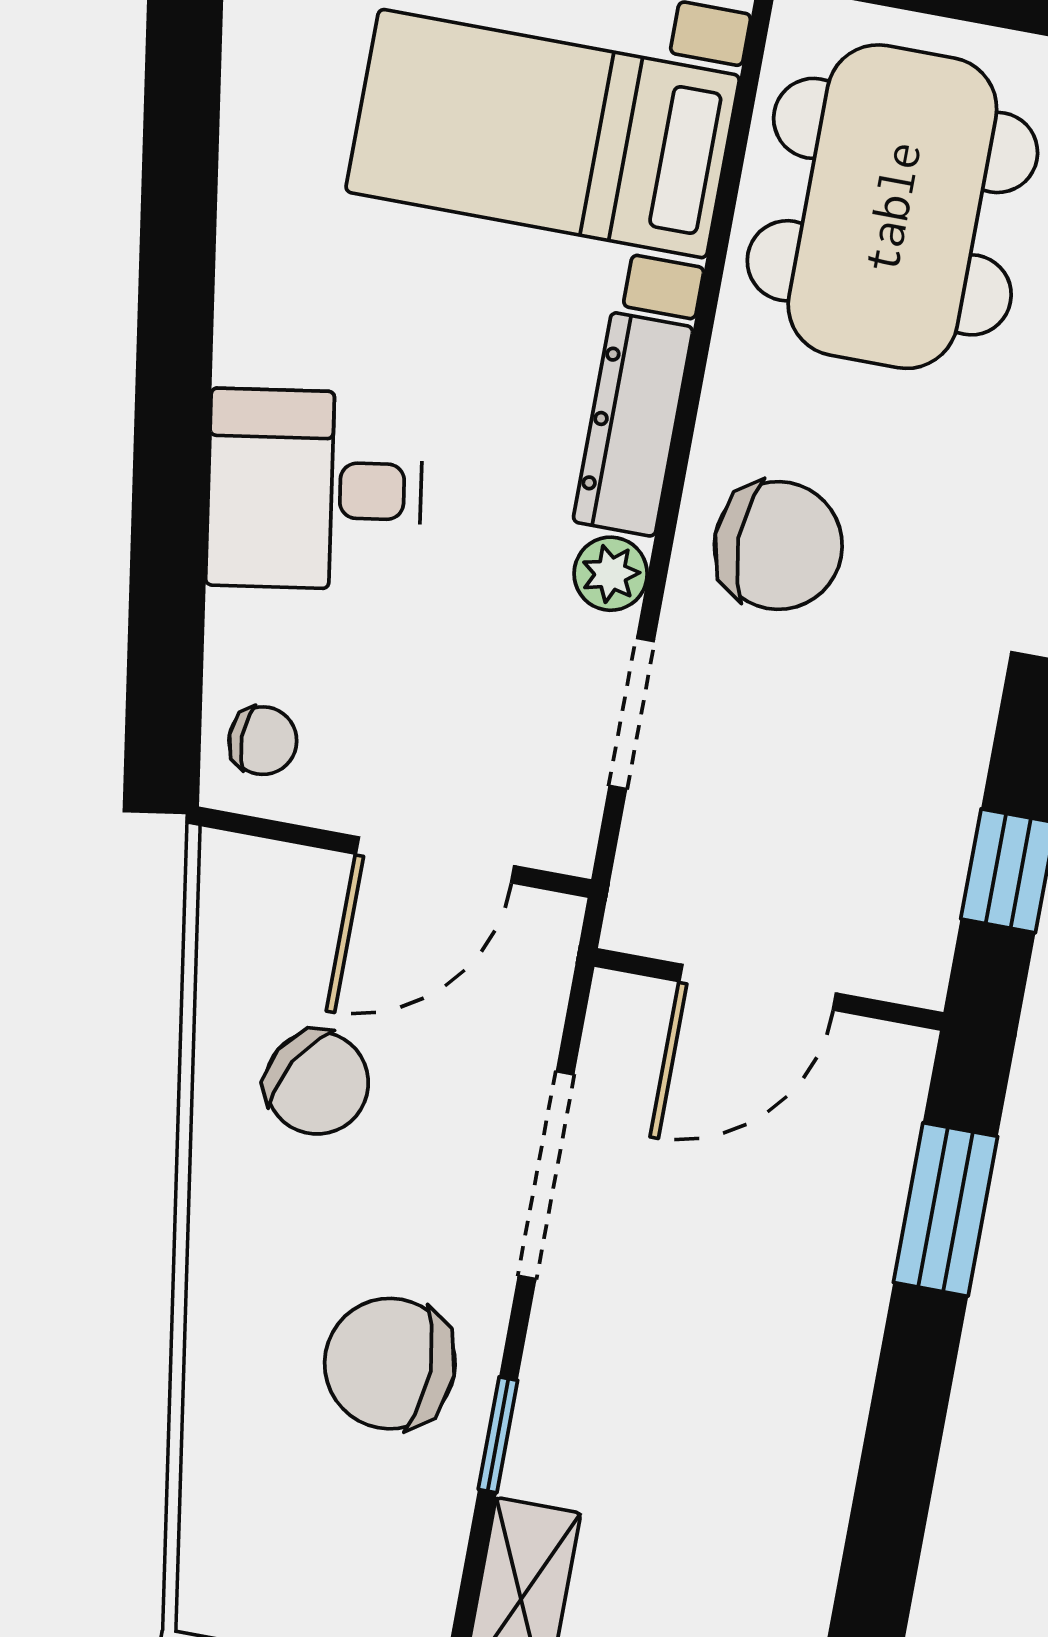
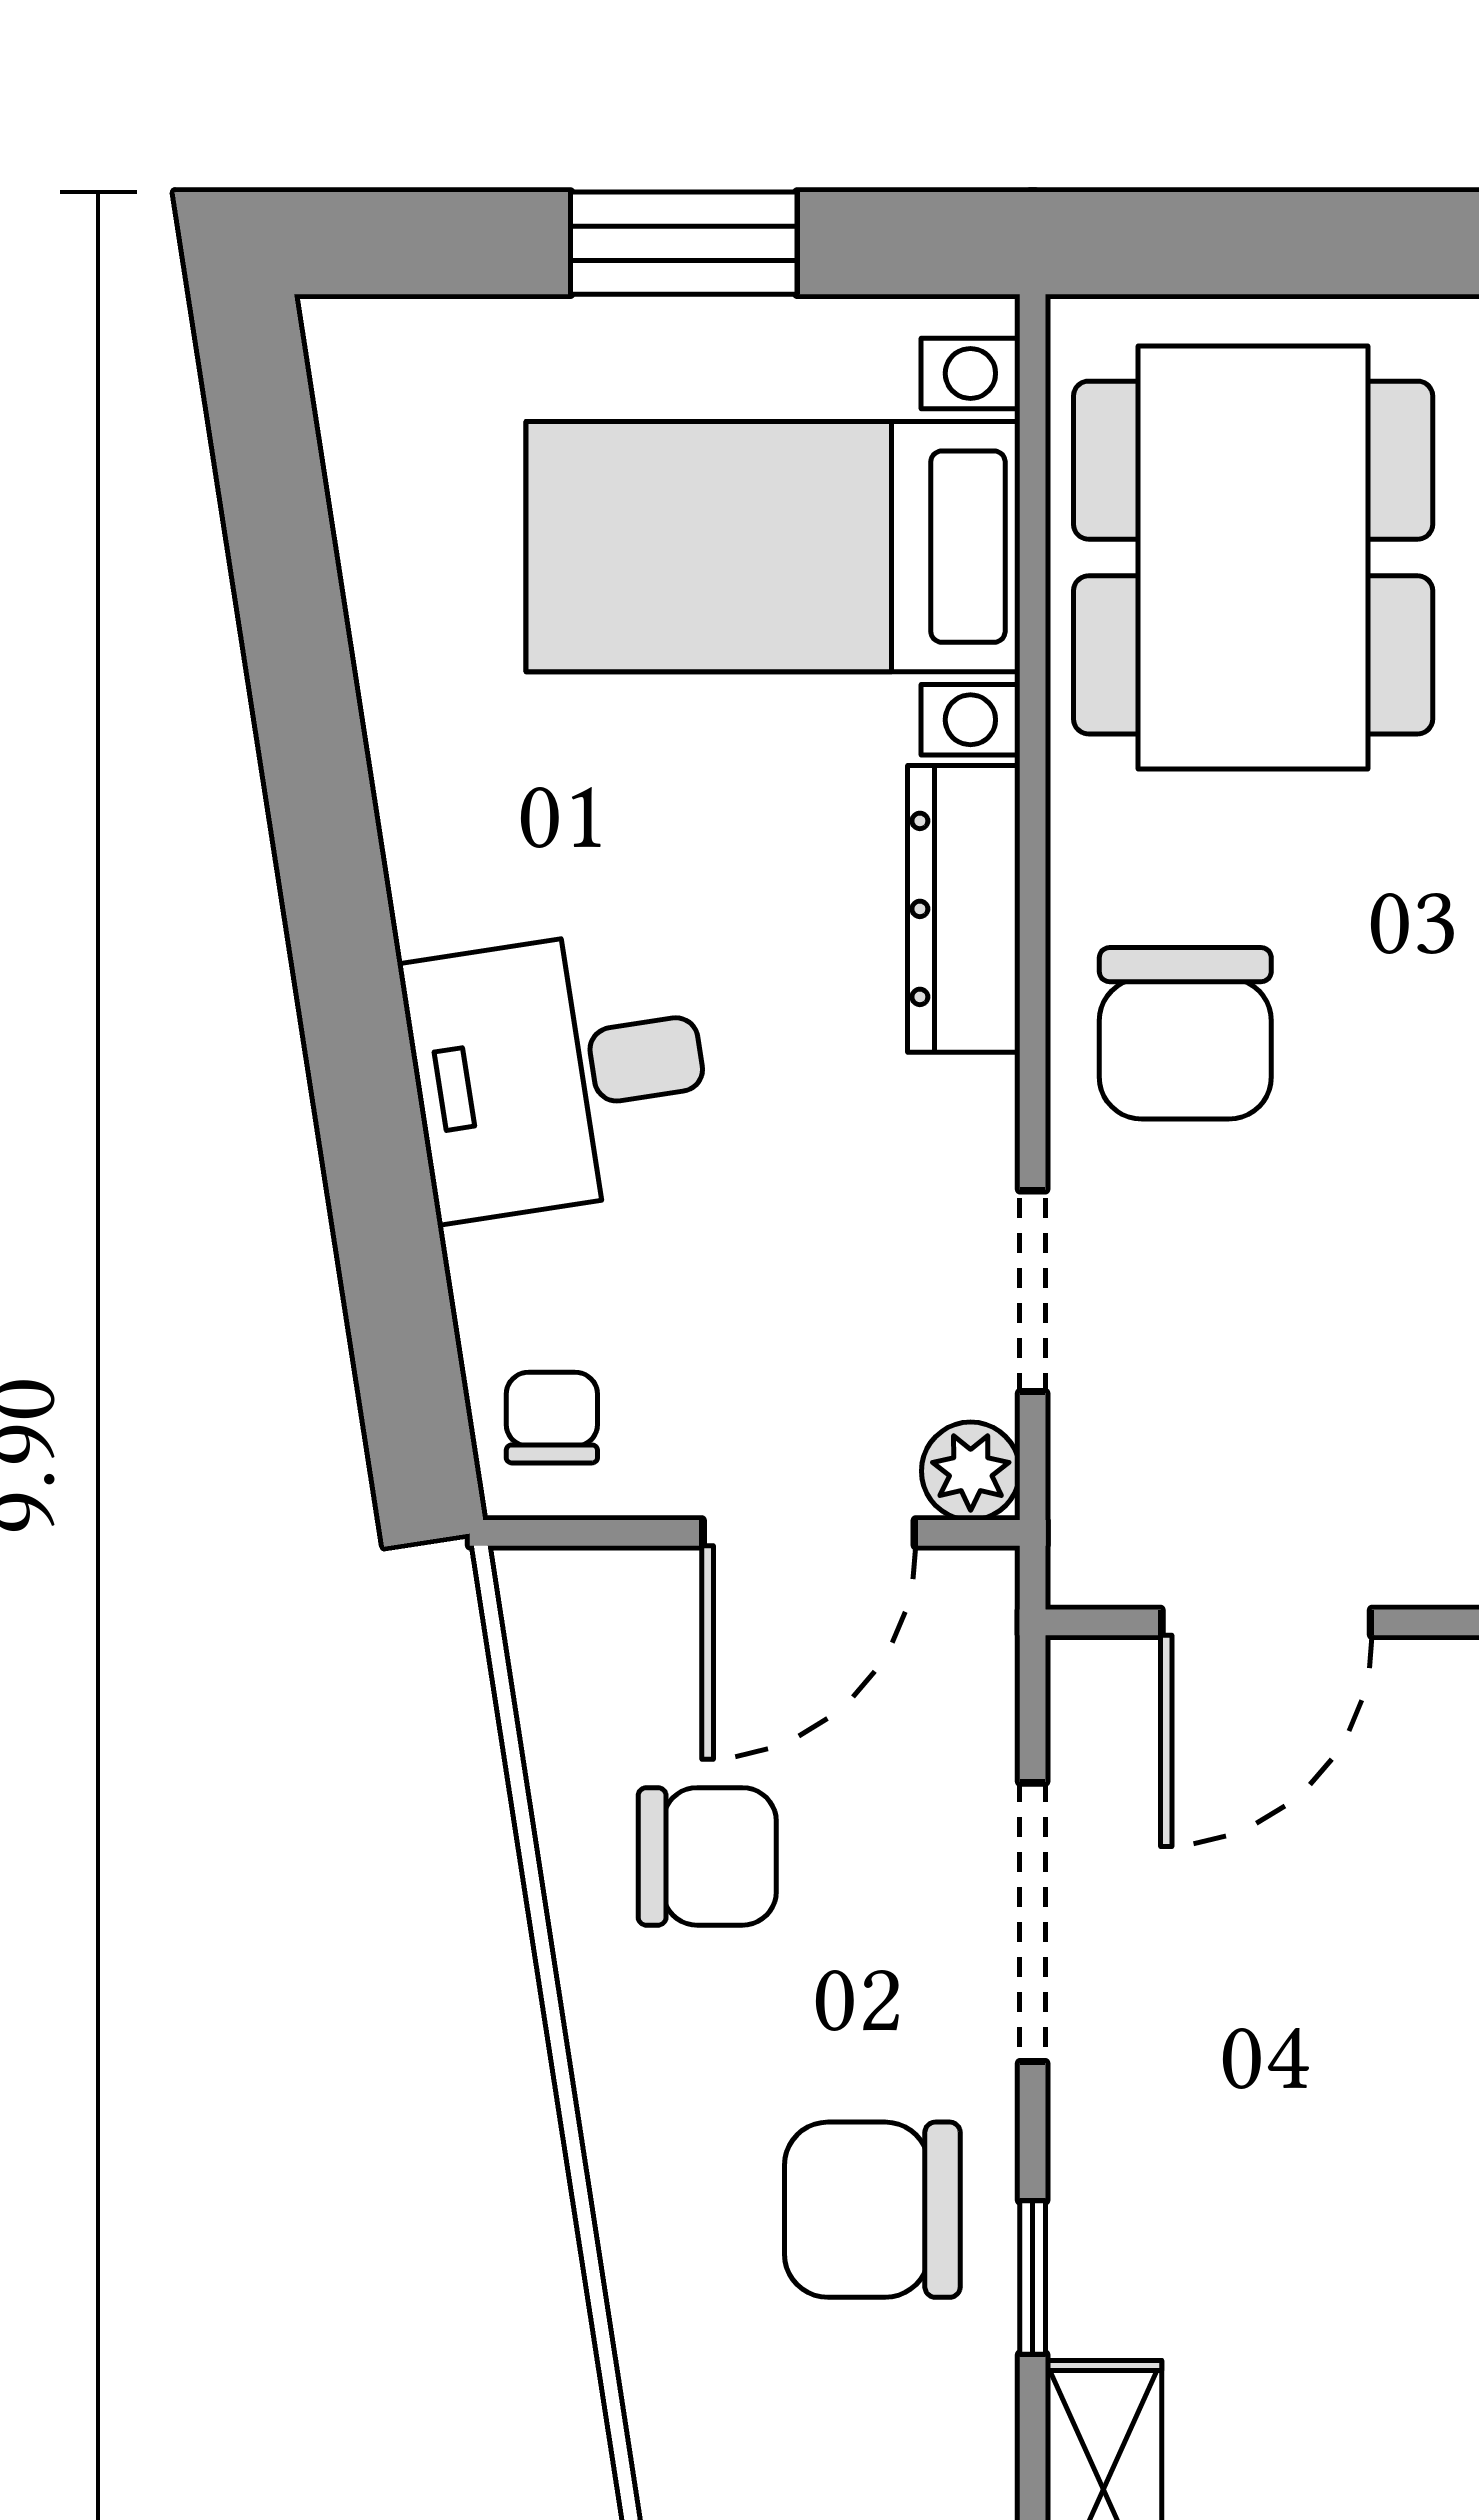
chair: (778, 545) -> (1185, 1033), turned 90
plant: (611, 574) -> (971, 1471), moved
chair: (263, 741) -> (552, 1418), turned -90
chair: (317, 1083) -> (707, 1856), turned -30

